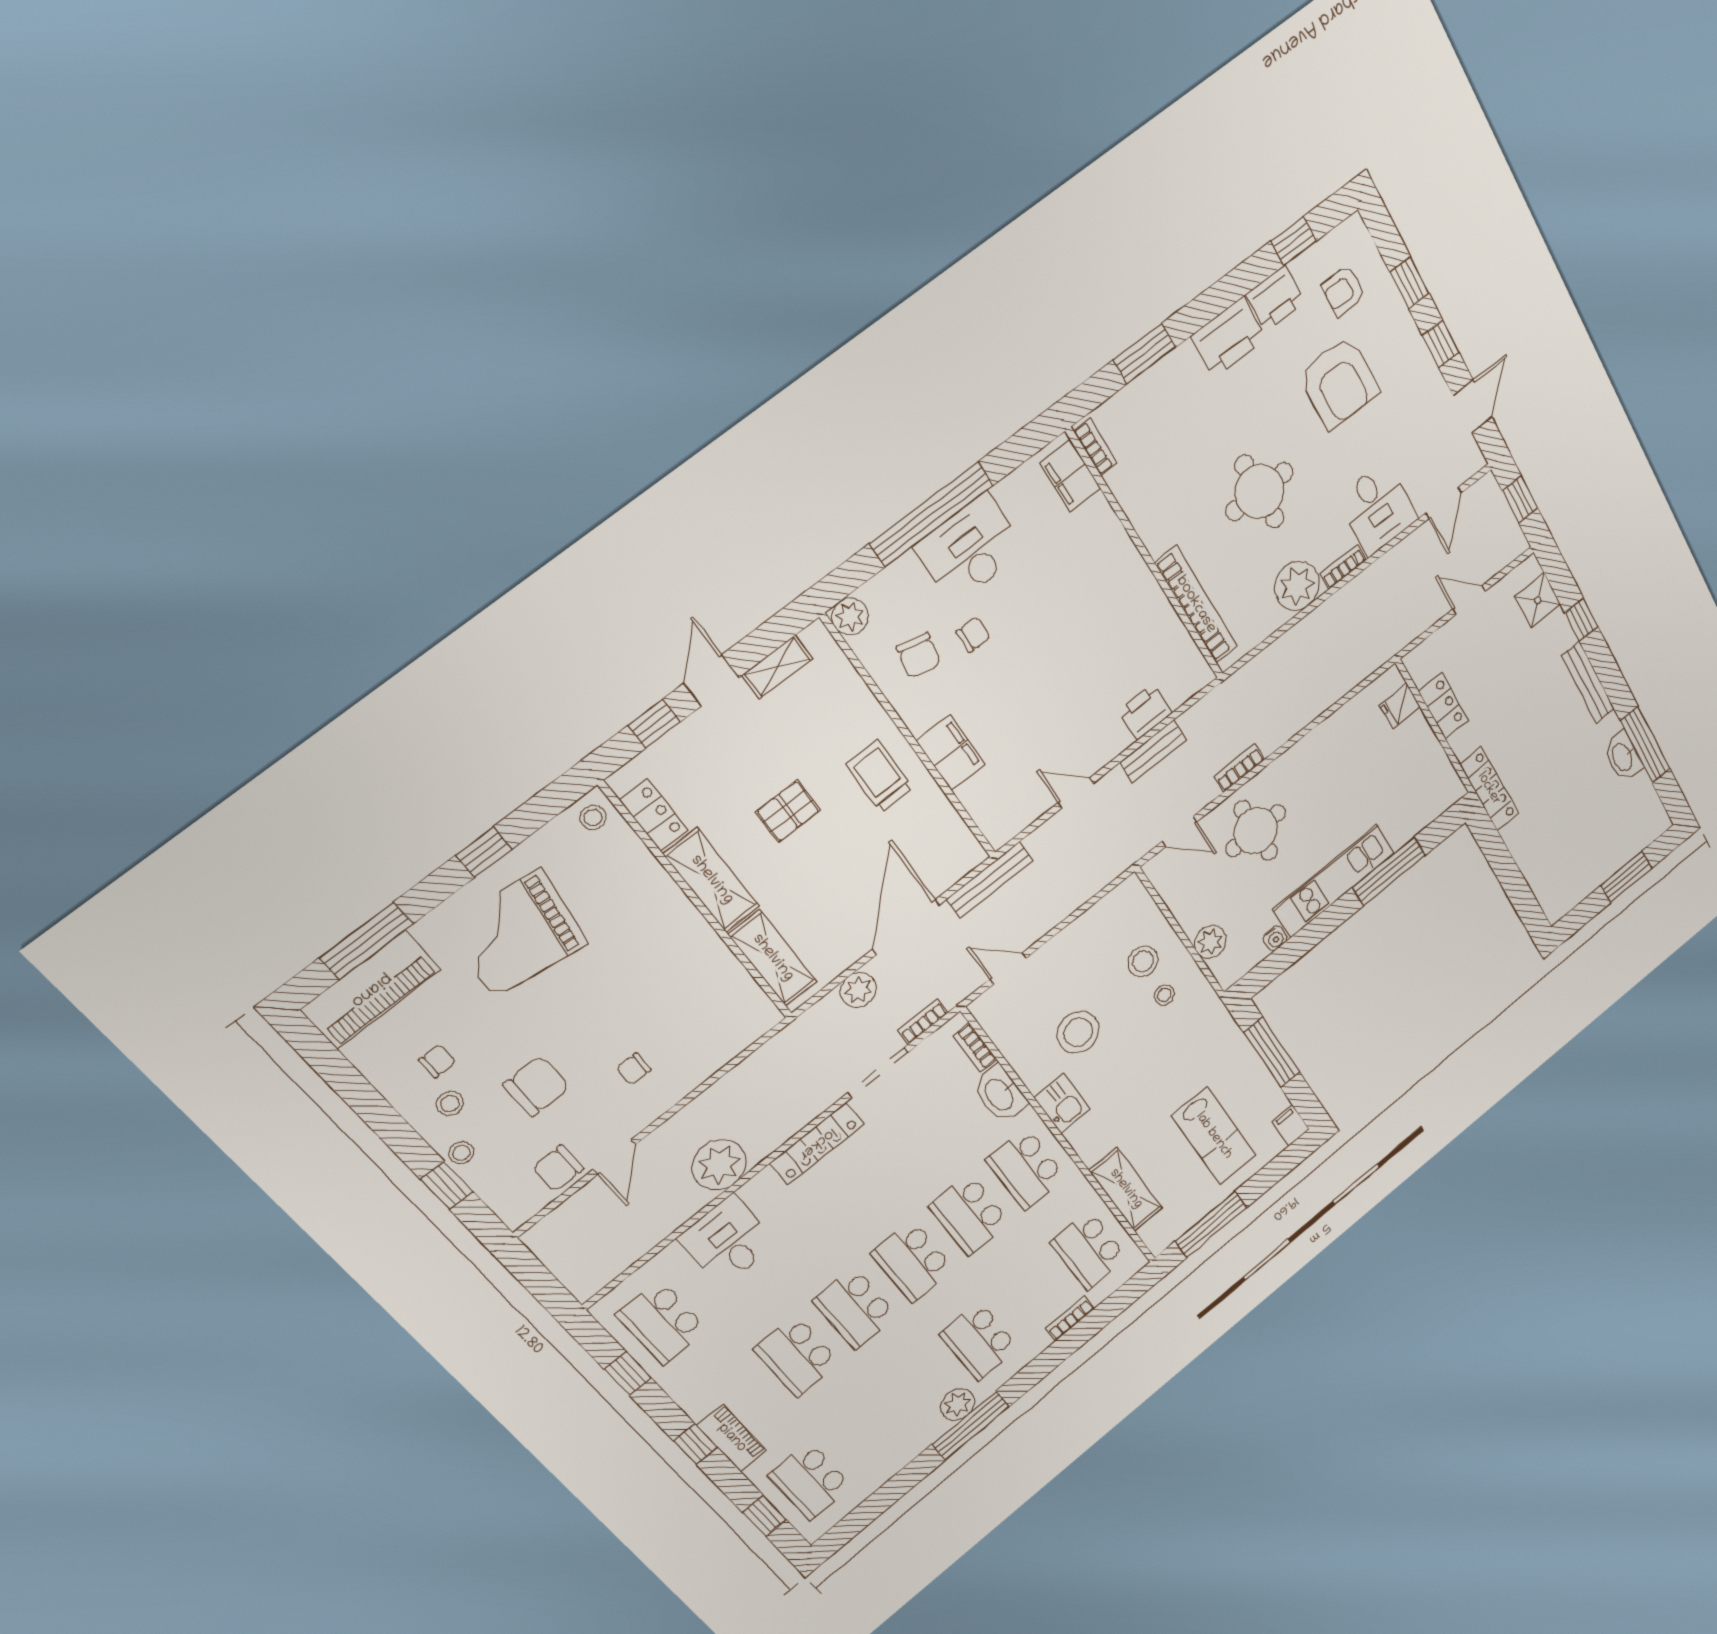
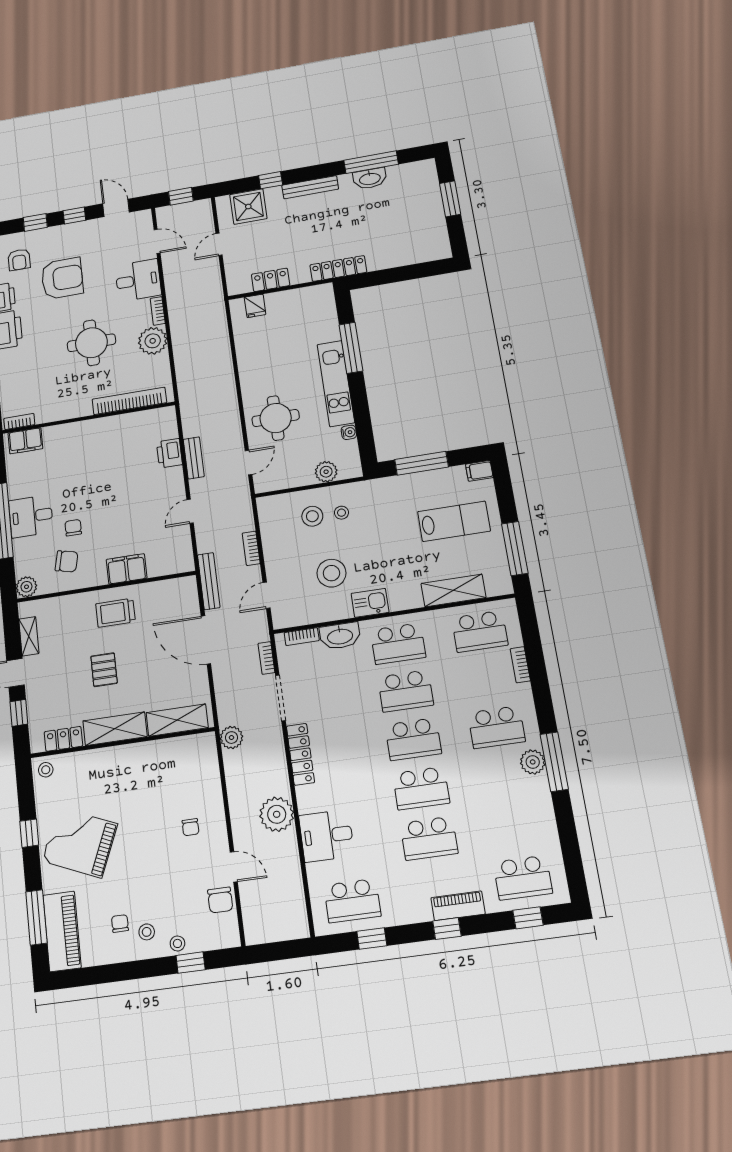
desk: (970, 549) -> (31, 516), width x0.73
shower: (1538, 600) -> (248, 207), width x1.36, depth x1.36
bookcase: (1239, 768) -> (251, 548), moved
grand piano: (517, 933) -> (80, 842), turned 105
plant: (858, 990) -> (231, 738), moved
chair: (536, 1086) -> (166, 883), removed

